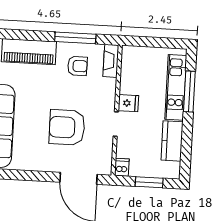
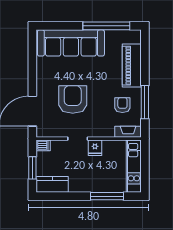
armchair: (77, 66) -> (122, 105), turned 180
kitchen unit: (176, 87) -> (134, 166), moved, turned -90
kitchen counter: (172, 141) -> (52, 184), moved

